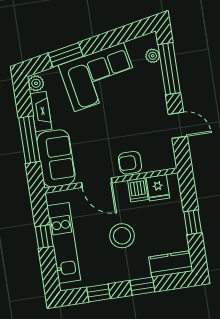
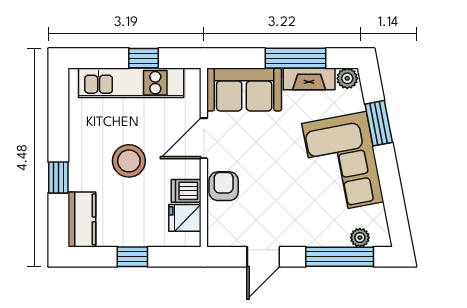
window: (29, 140) -> (295, 58), moved
window: (99, 293) -> (58, 118), removed

